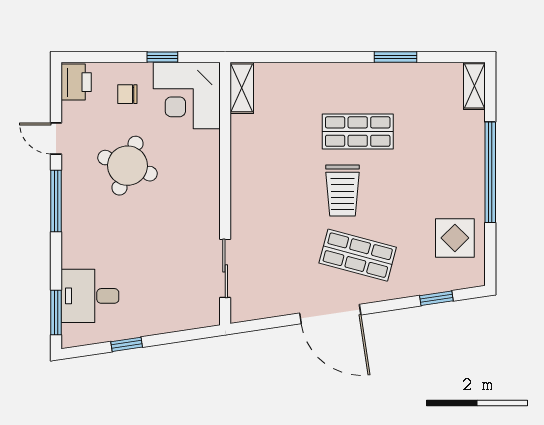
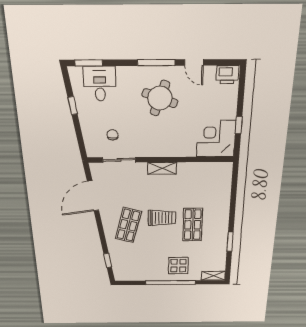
shelving: (242, 88) -> (162, 168), moved
chair: (127, 94) -> (112, 135), moved
door: (56, 138) -> (194, 62), swing flipped
round table: (128, 166) -> (160, 98), moved
trolley: (342, 191) -> (162, 218), turned 180
display table: (455, 238) -> (178, 266), moved
door: (330, 314) -> (93, 196), moved

